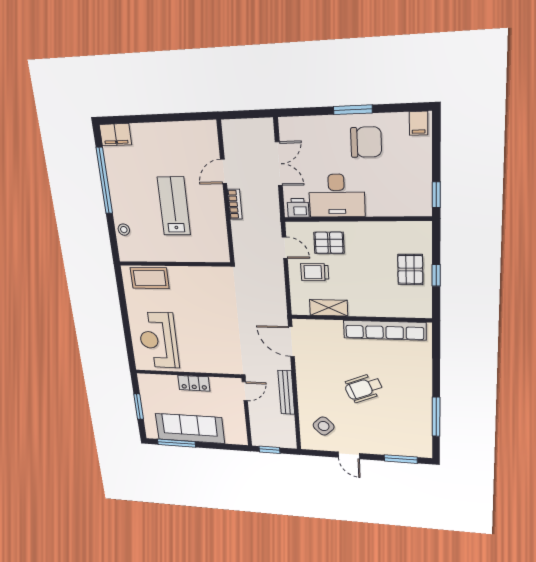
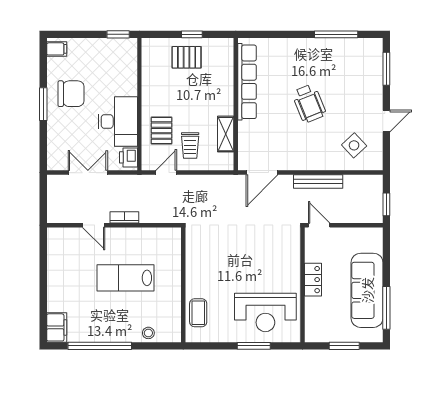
chair: (366, 142) -> (71, 94), turned 90
coffee table: (150, 278) -> (198, 313), width x0.73, depth x0.77
window: (127, 329) -> (254, 346), added

